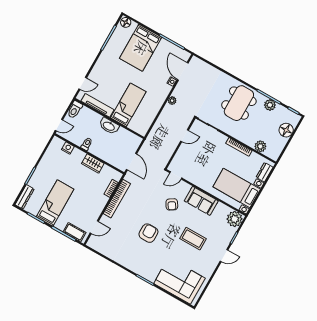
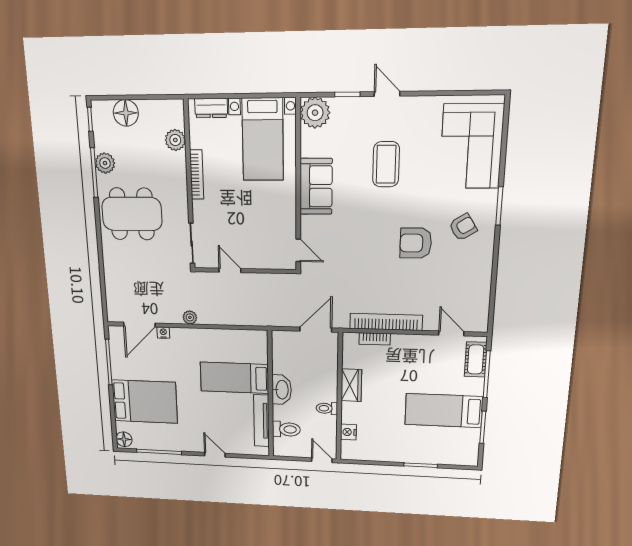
door: (83, 83) -> (215, 455), moved
toilet: (75, 110) -> (286, 429), moved
dresser: (25, 197) -> (458, 458), removed
armchair: (172, 204) -> (463, 227), moved

